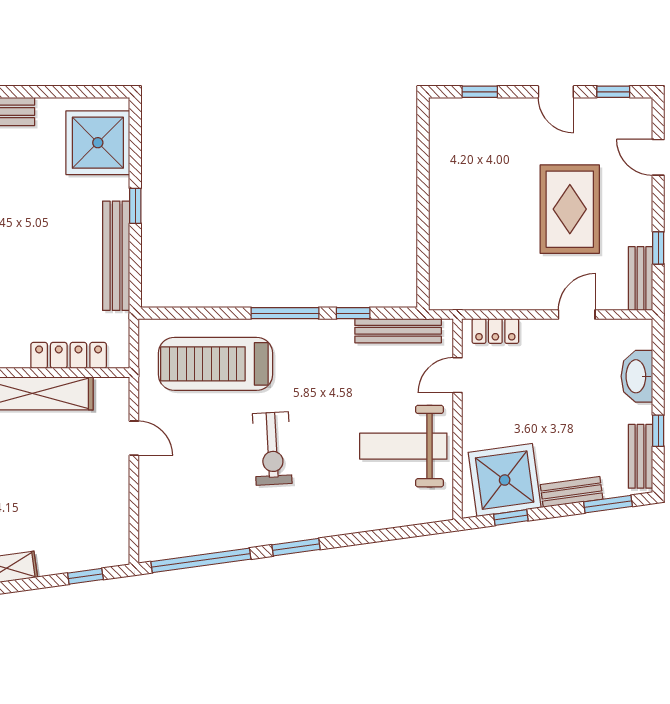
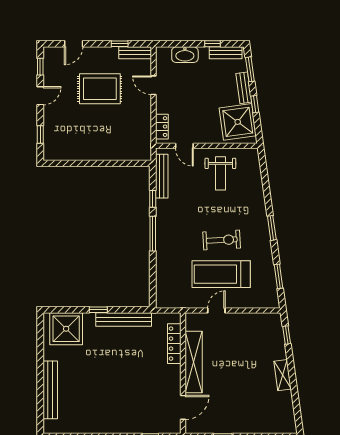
treadmill: (215, 364) -> (221, 274), moved, turned 90
weight bench: (403, 446) -> (220, 173), width x0.73, depth x0.75
window: (511, 518) -> (255, 104), moved
window: (201, 560) -> (279, 276), width x0.47

